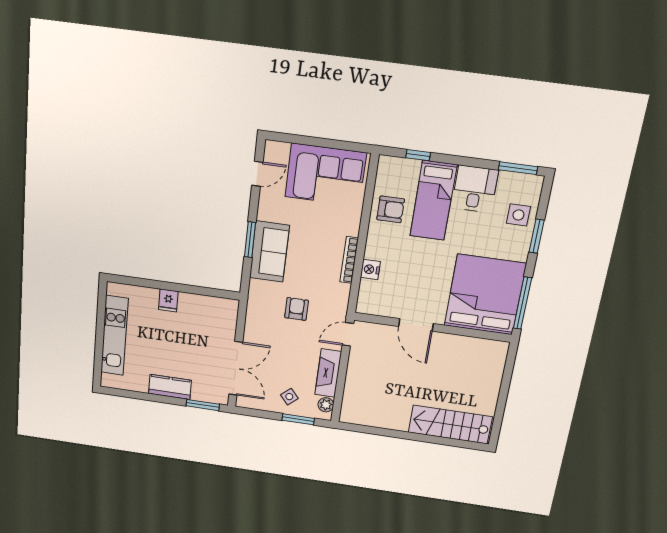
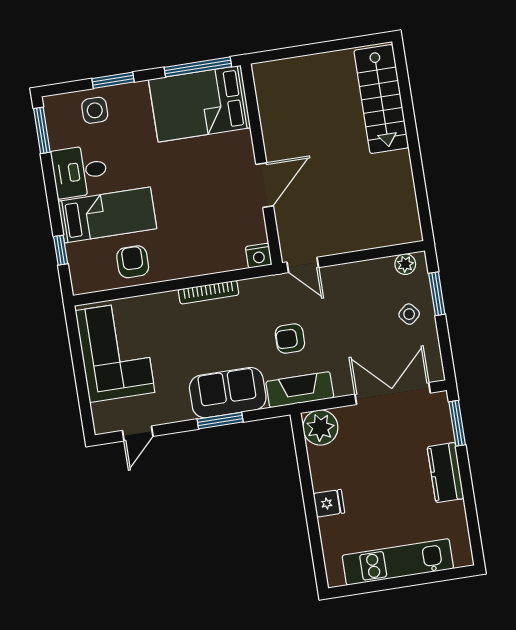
door: (257, 174) -> (138, 433), swing flipped
nightstand: (370, 269) -> (259, 256), moved
bed: (485, 295) -> (199, 104), width x0.73
plant: (225, 311) -> (320, 428), added
fireplace: (328, 373) -> (300, 390), moved, turned 180

